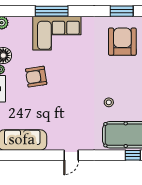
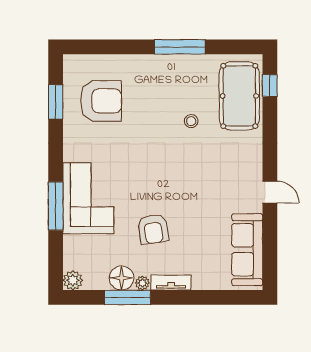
armchair: (122, 42) -> (101, 101), turned 180
door: (71, 155) -> (270, 192), moved

